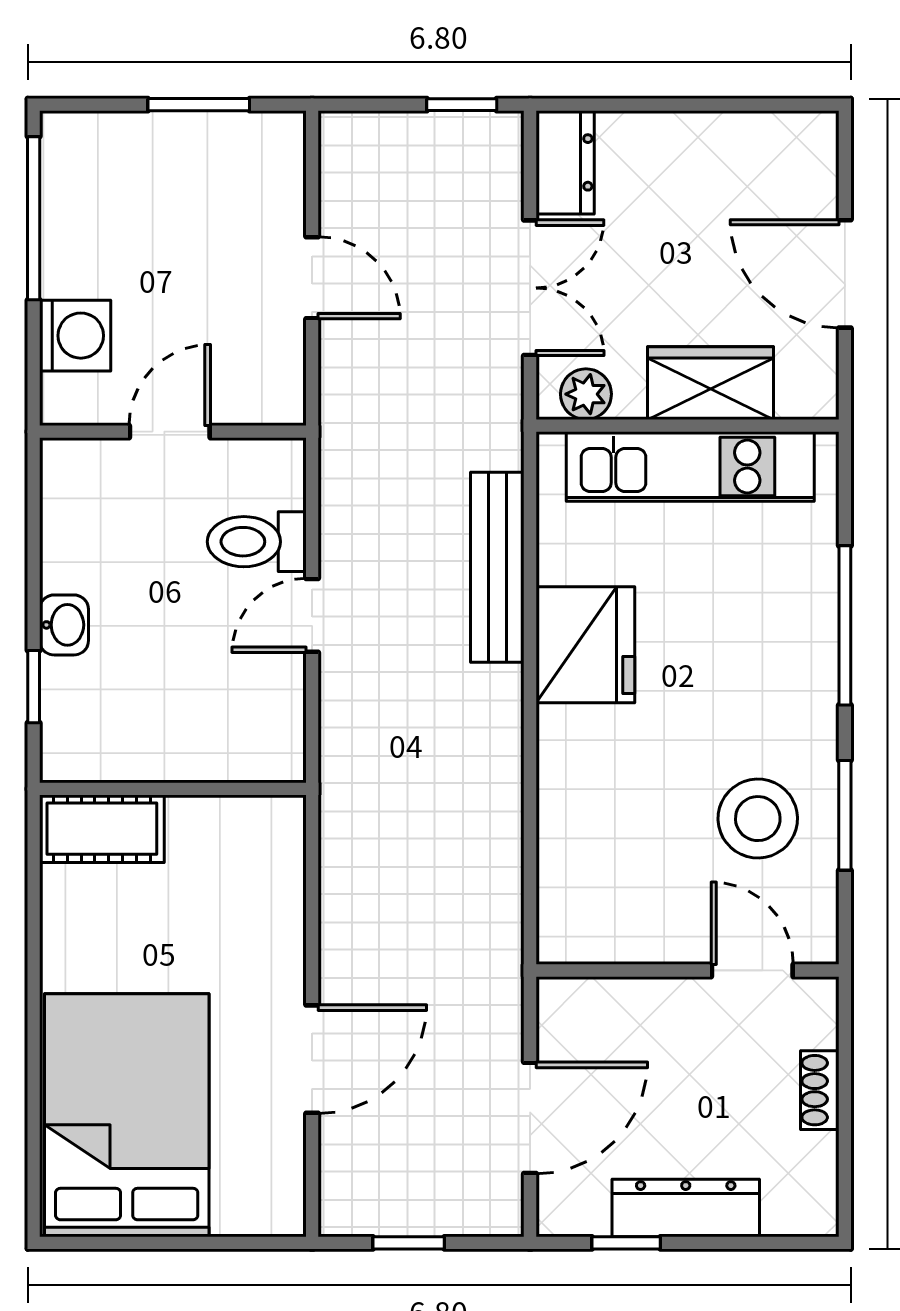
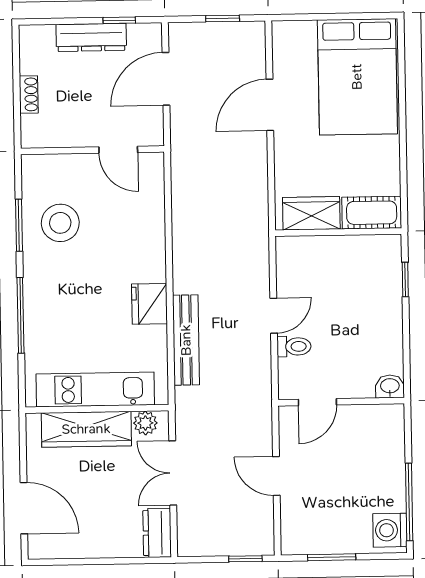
window: (462, 105) -> (245, 559), moved
door: (845, 274) -> (24, 508), moved
washing machine: (75, 336) -> (390, 530), moved
wardrobe: (710, 383) -> (86, 429), width x1.50
door: (170, 432) -> (317, 402), moved
toilet: (257, 542) -> (294, 346), width x0.73, depth x0.72
washbasin: (64, 625) -> (390, 386), moved, turned 90
fridge: (585, 645) -> (149, 304), width x0.73, depth x0.75
wardrobe: (229, 830) -> (311, 213), added
door: (752, 970) -> (118, 150), moved

